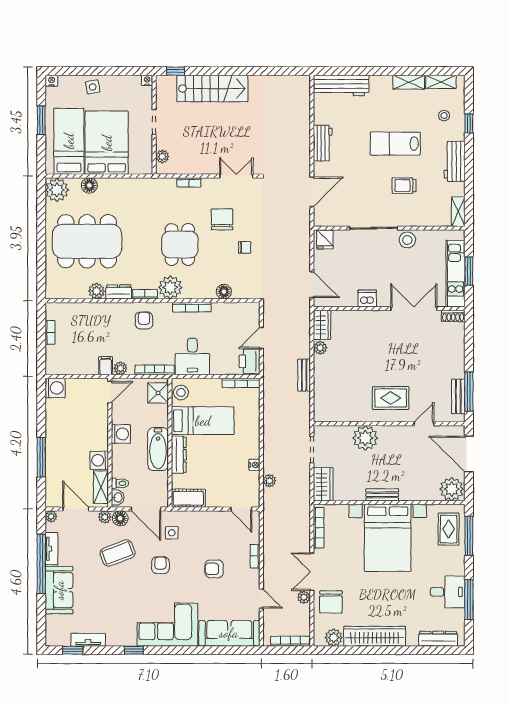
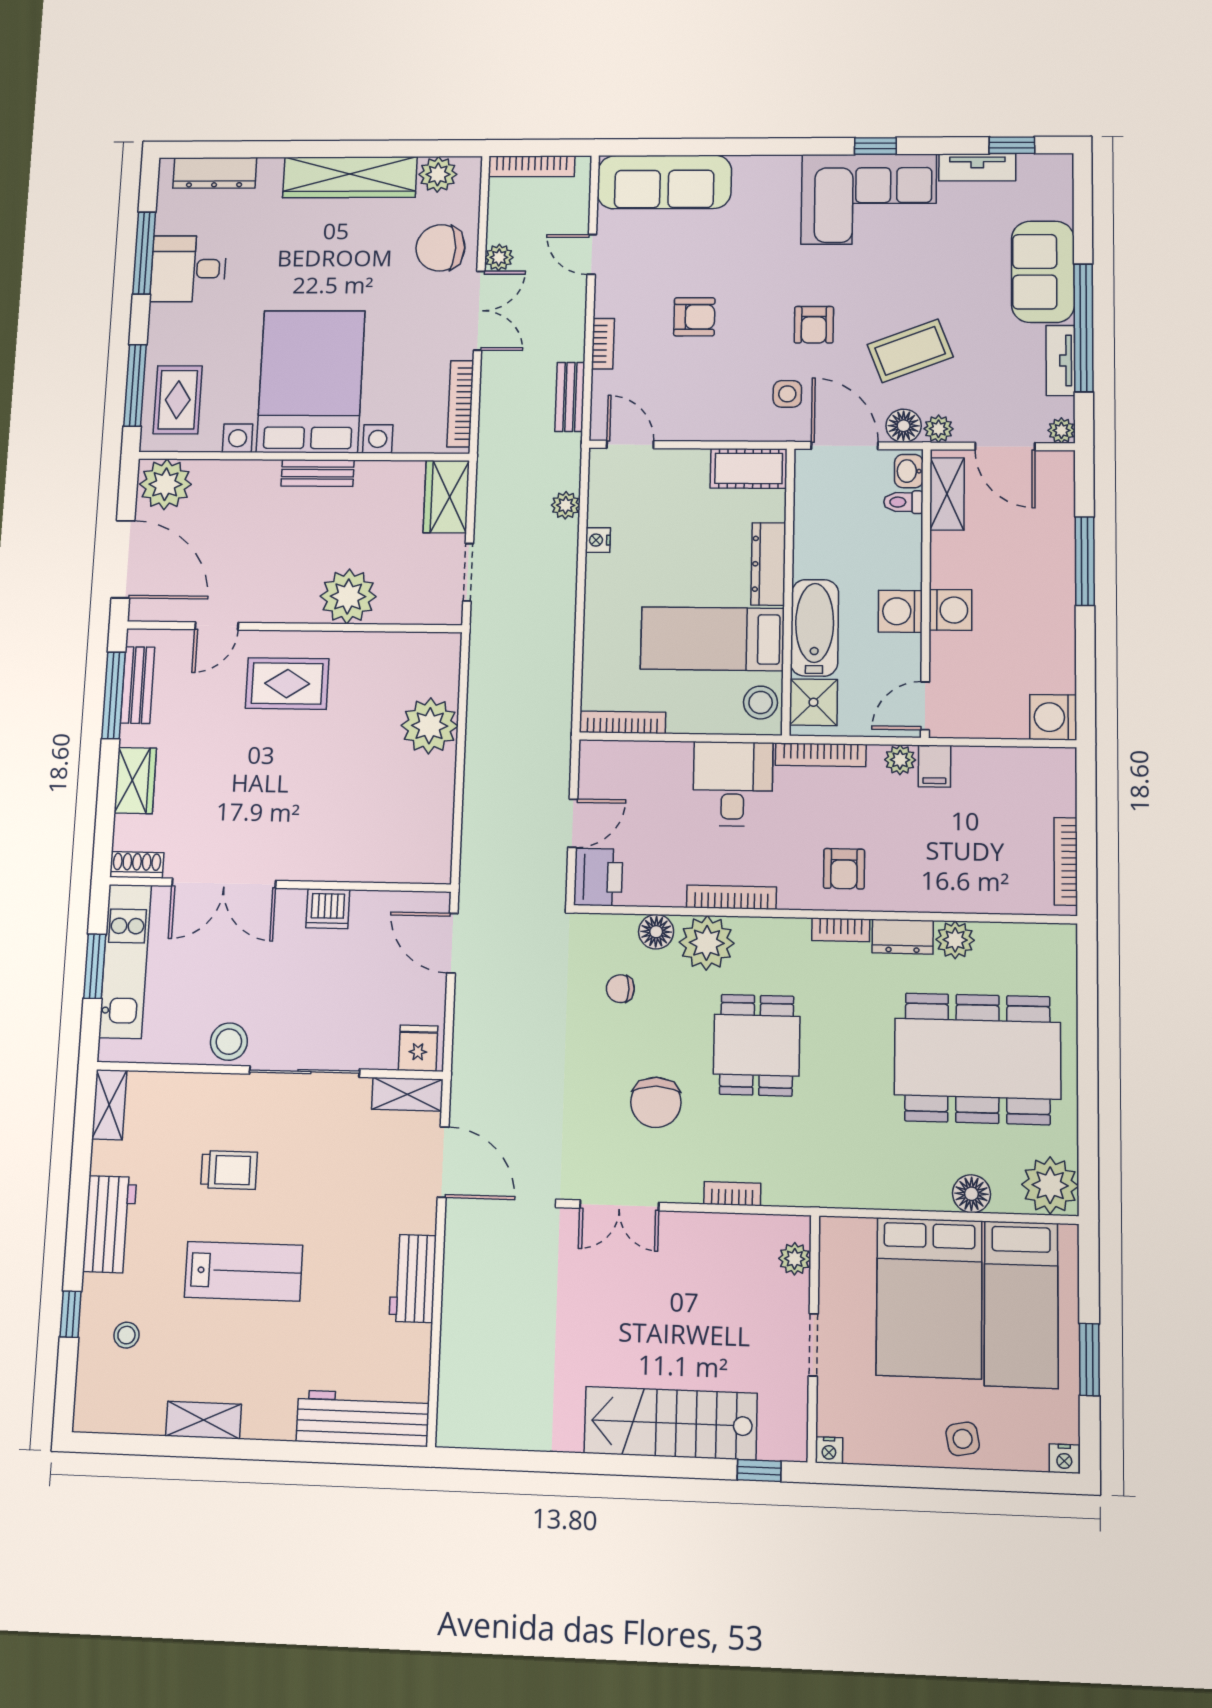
shelving: (441, 82) -> (407, 1094), moved
door: (312, 192) -> (443, 1162), swing flipped
chair: (245, 247) -> (620, 989), moved
plant: (170, 287) -> (707, 943), moved
wardrobe: (322, 325) -> (135, 781), moved, turned 180
bookcase: (50, 332) -> (1066, 861), width x1.56
plant: (320, 348) -> (430, 726), moved, width x1.88, depth x1.88
printer: (250, 361) -> (598, 877), moved
bench: (304, 375) -> (570, 397), moved
bathtub: (158, 449) -> (815, 628), moved
washing machine: (99, 460) -> (950, 610), moved
chair: (331, 602) -> (440, 248), turned -90
corner sofa: (167, 625) -> (869, 199), moved

